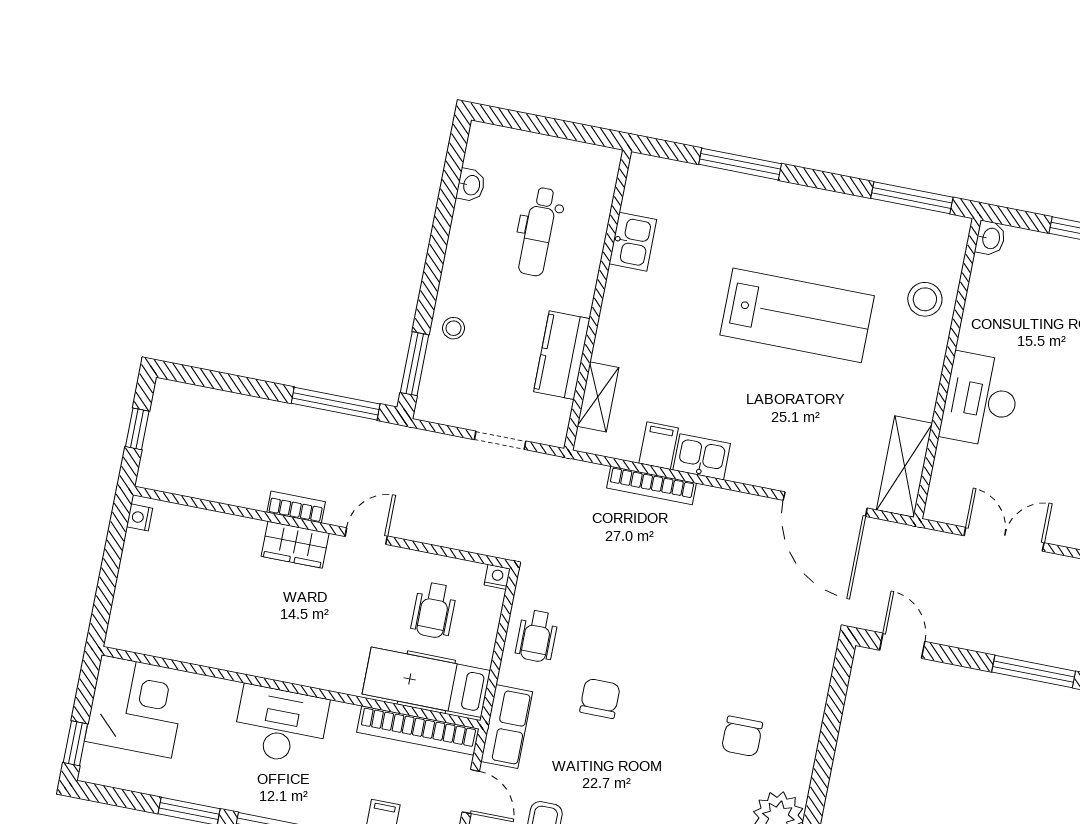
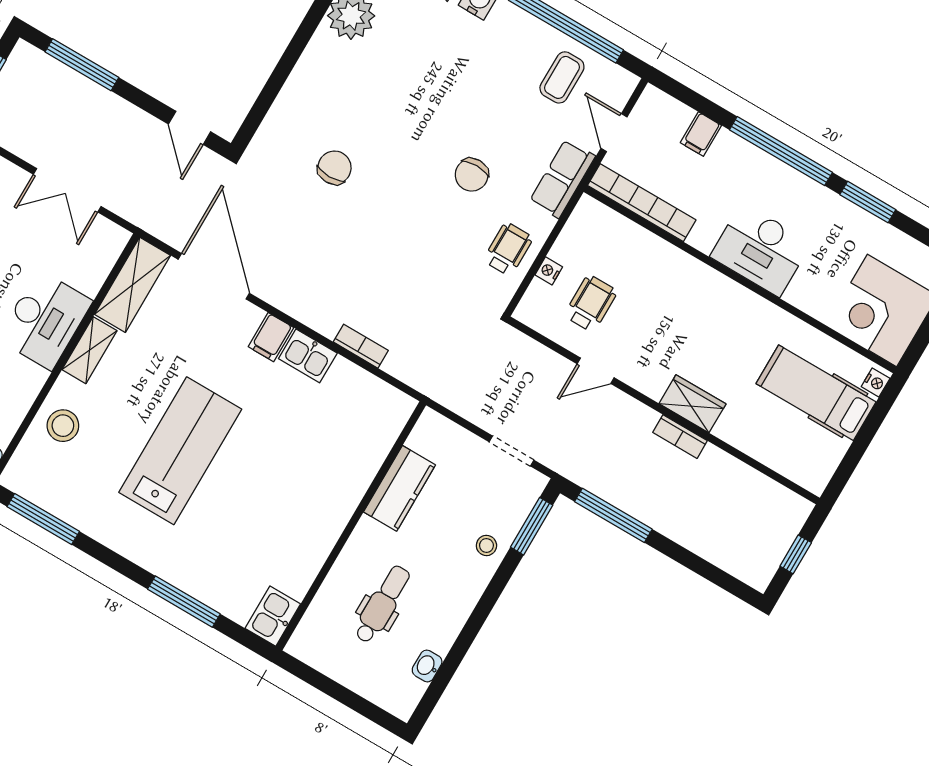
kitchen sink: (633, 242) -> (273, 616), moved
lab bench: (797, 315) -> (180, 451), turned 90
shelving: (598, 397) -> (89, 350), moved
doorway: (500, 440) -> (512, 451), moved
filing cabinet: (659, 446) -> (271, 337), moved
bookcase: (651, 485) -> (361, 346), width x0.64
nightstand: (140, 517) -> (876, 383), moved
door: (366, 536) -> (596, 371), moved
nightstand: (497, 577) -> (549, 271), moved, turned 90
hospital bed: (426, 682) -> (816, 393), moved, turned 180
chair: (742, 736) -> (334, 168), moved

